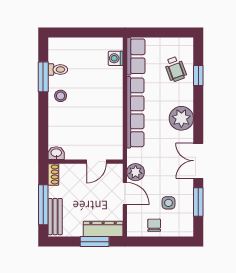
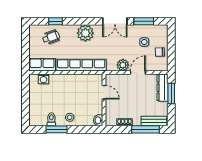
washbasin: (56, 153) -> (98, 120), moved
wall: (86, 162) -> (104, 100), moved
door: (96, 162) -> (104, 92), moved

